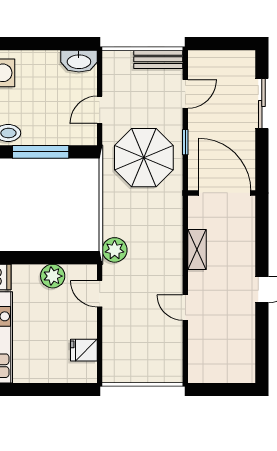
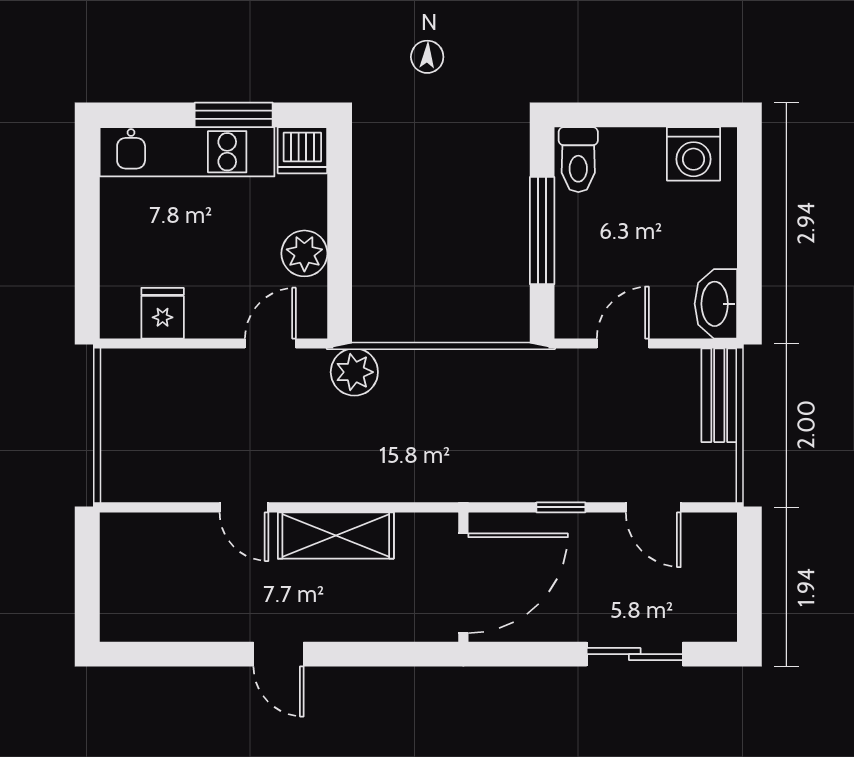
bench: (158, 59) -> (719, 395), moved
door: (100, 110) -> (623, 343), hinge flipped
parasol: (144, 158) -> (531, 428), removed
shelving: (197, 250) -> (336, 535), width x1.50, depth x1.33
door: (185, 308) -> (244, 507), swing flipped

